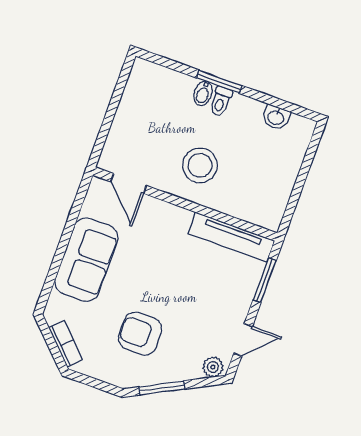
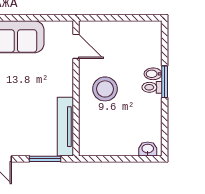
washbasin: (276, 117) -> (148, 149), moved, turned 90
door: (128, 184) -> (76, 46), swing flipped

